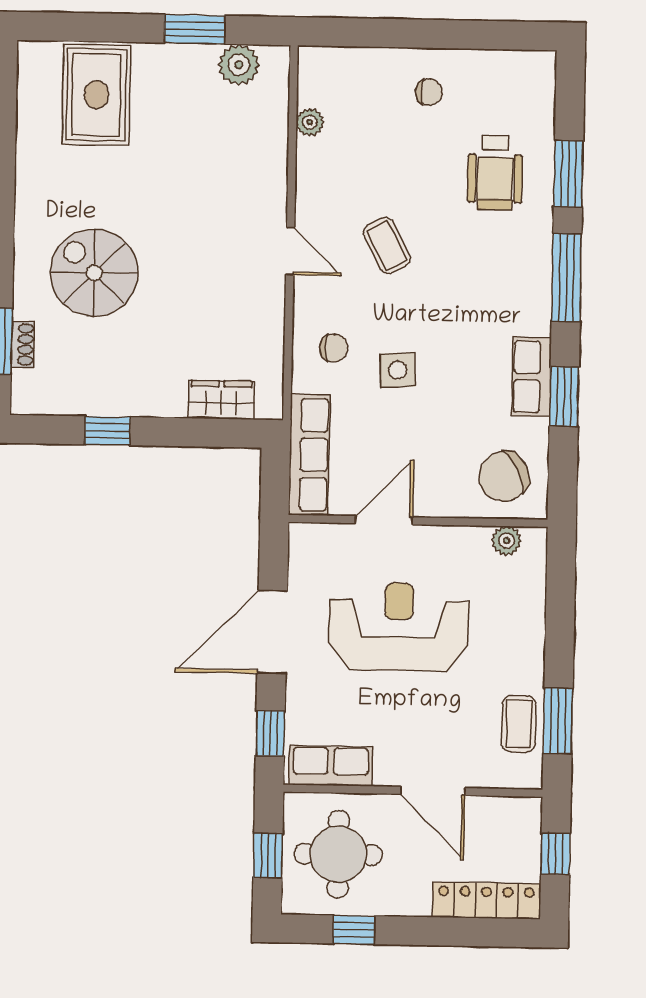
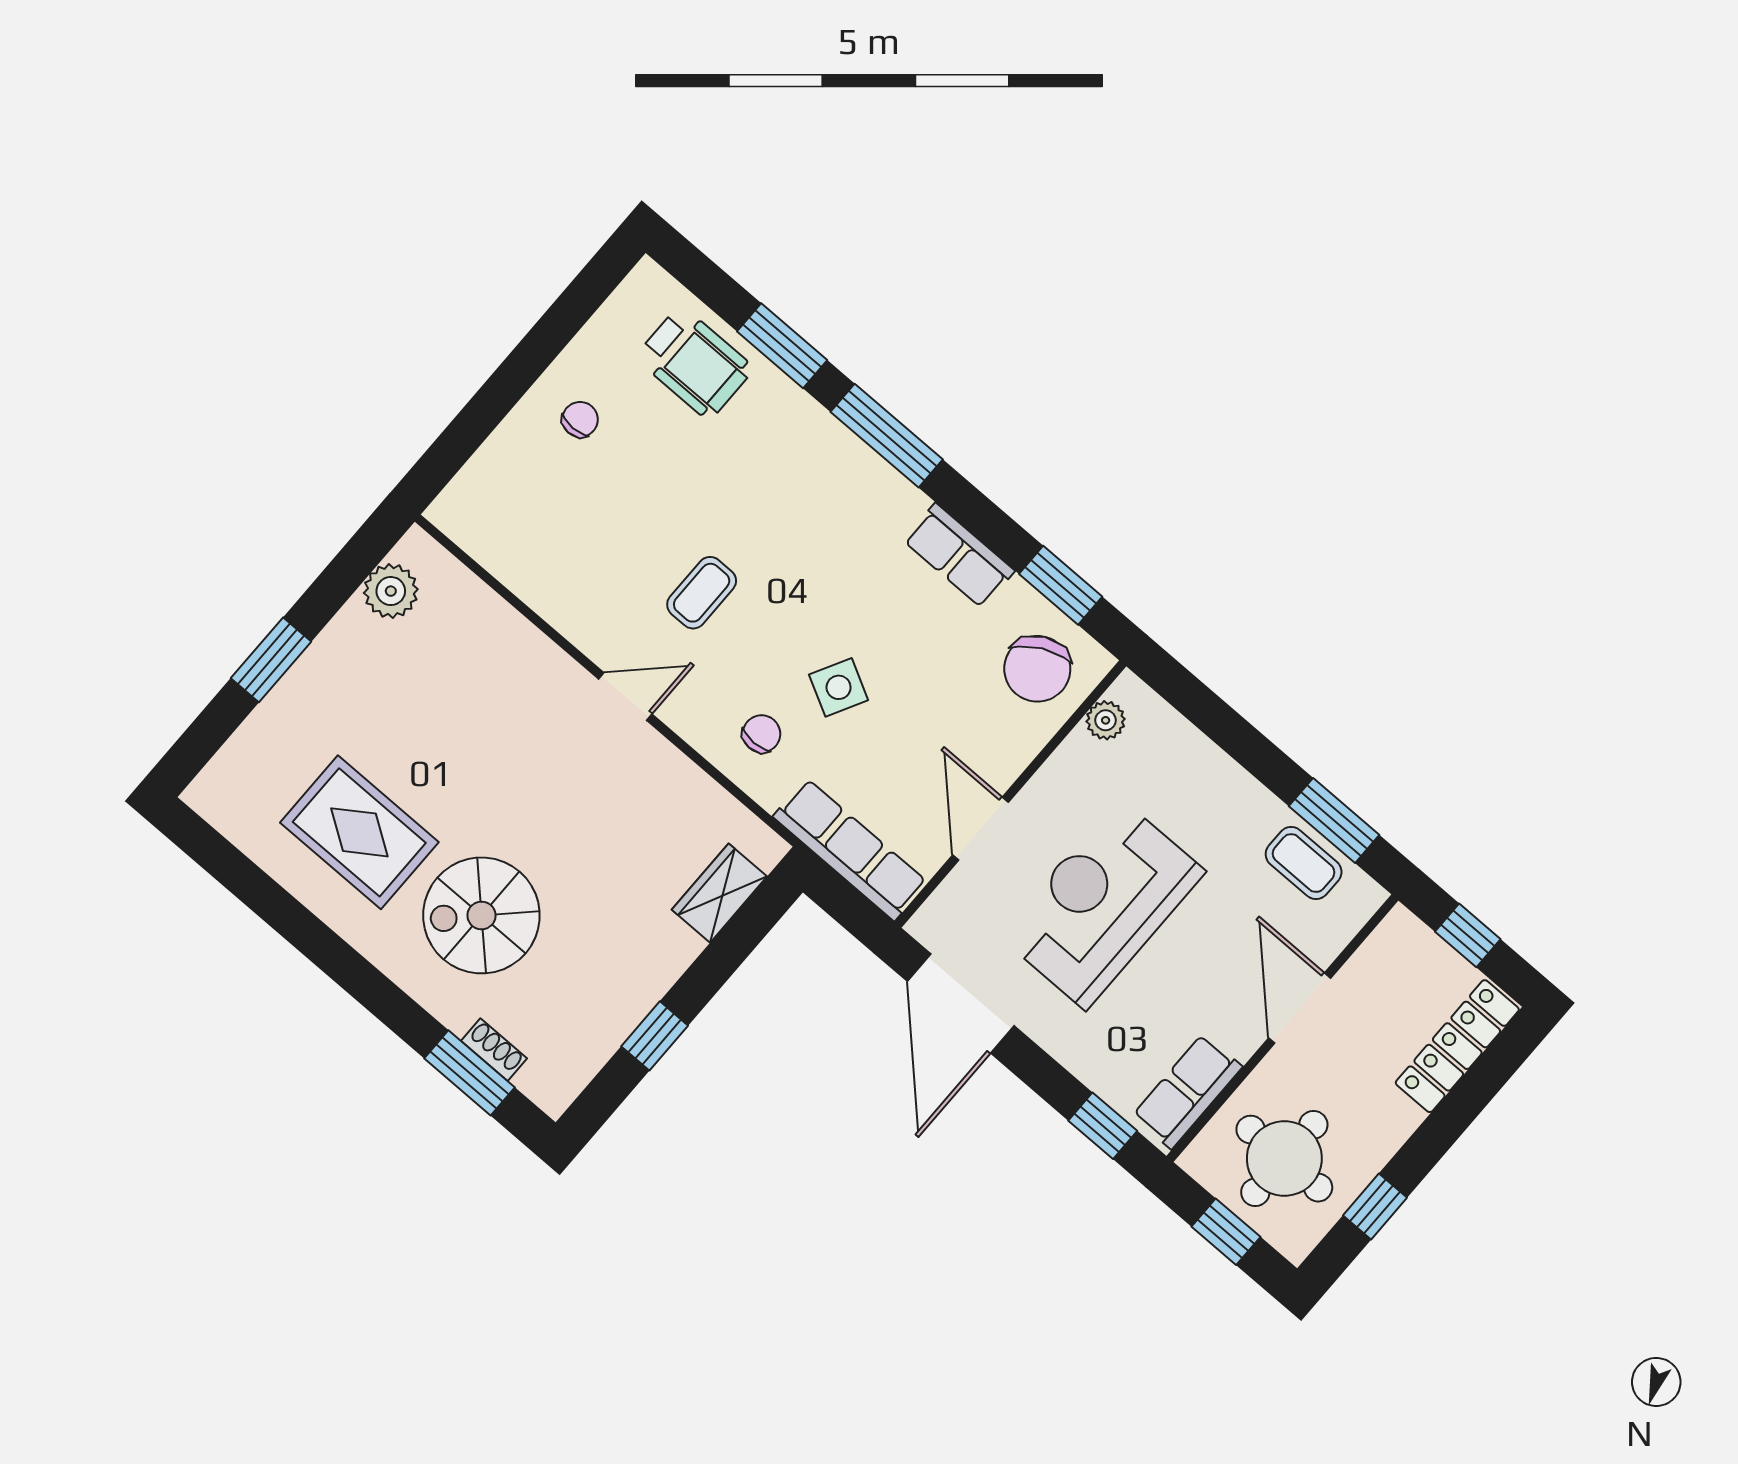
window: (195, 29) -> (271, 660), moved
rug: (96, 95) -> (359, 832), moved
plant: (310, 122) -> (510, 567), removed
wheelchair: (495, 173) -> (695, 363), moved
coffee table: (387, 246) -> (702, 593), turned -62
side table: (398, 370) -> (839, 687), turned 31
window: (564, 397) -> (1061, 585), moved
door: (272, 632) -> (961, 1004), moved
door: (433, 791) -> (1300, 1008), swing flipped

